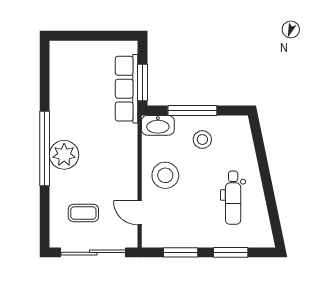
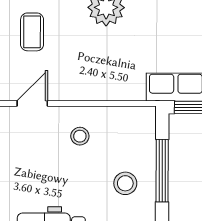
washbasin: (158, 125) -> (143, 127), removed
stool: (165, 175) -> (80, 136), width x0.53, depth x0.53

